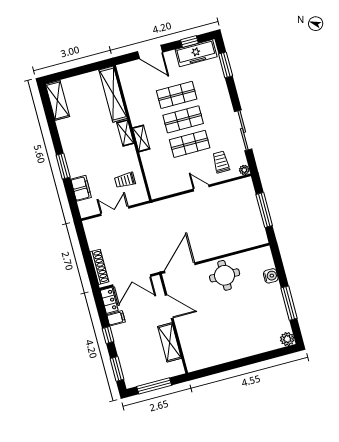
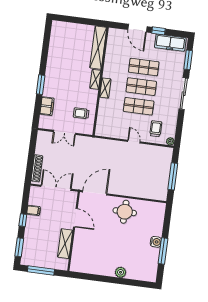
window: (189, 41) -> (158, 31), moved
shelving: (57, 100) -> (56, 36), removed
sliding door: (243, 130) -> (184, 94), moved
double door: (115, 211) -> (65, 132), swing flipped
water cooler: (271, 276) -> (156, 242), moved
double door: (132, 281) -> (56, 188), swing flipped
locker: (109, 300) -> (34, 195), removed
plant: (287, 339) -> (121, 272), moved

